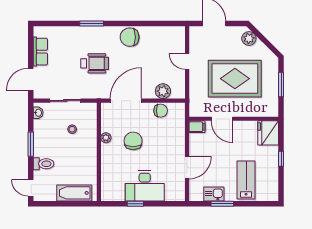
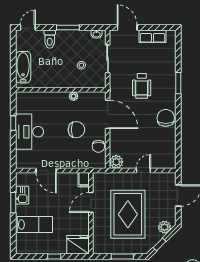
window: (268, 44) -> (160, 245), added
plant: (163, 91) -> (116, 162), moved
chair: (133, 141) -> (76, 130), moved

